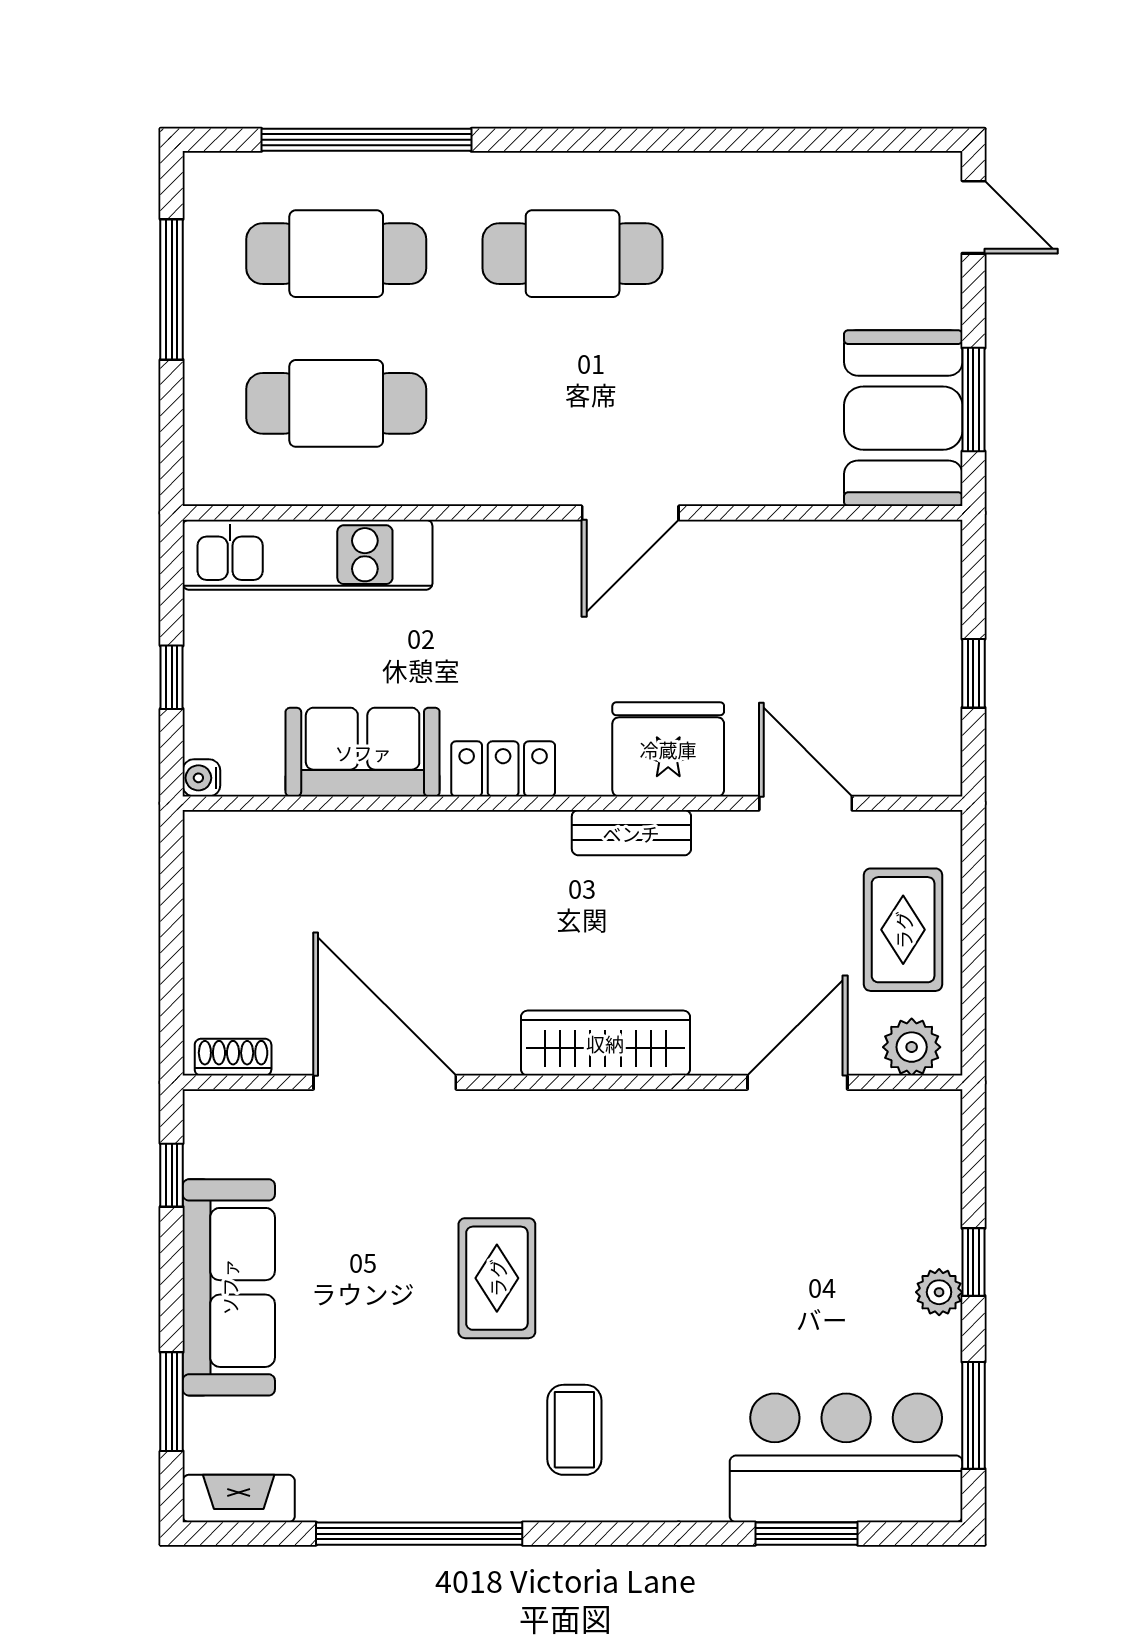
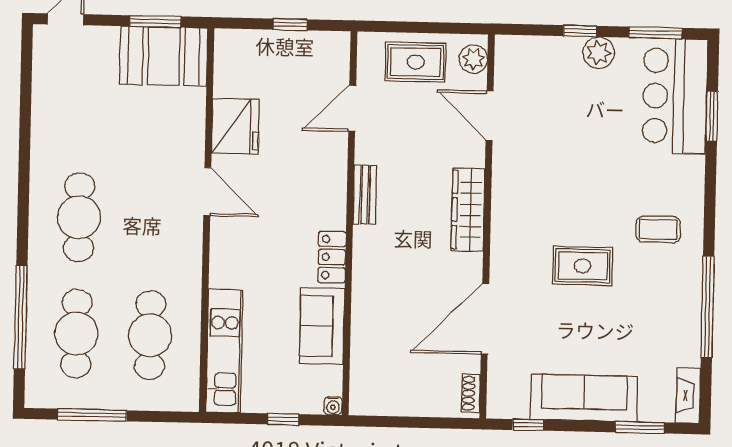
fridge: (668, 749) -> (235, 126), moved, turned 180
plant: (939, 1292) -> (599, 53), width x1.38, depth x1.38

